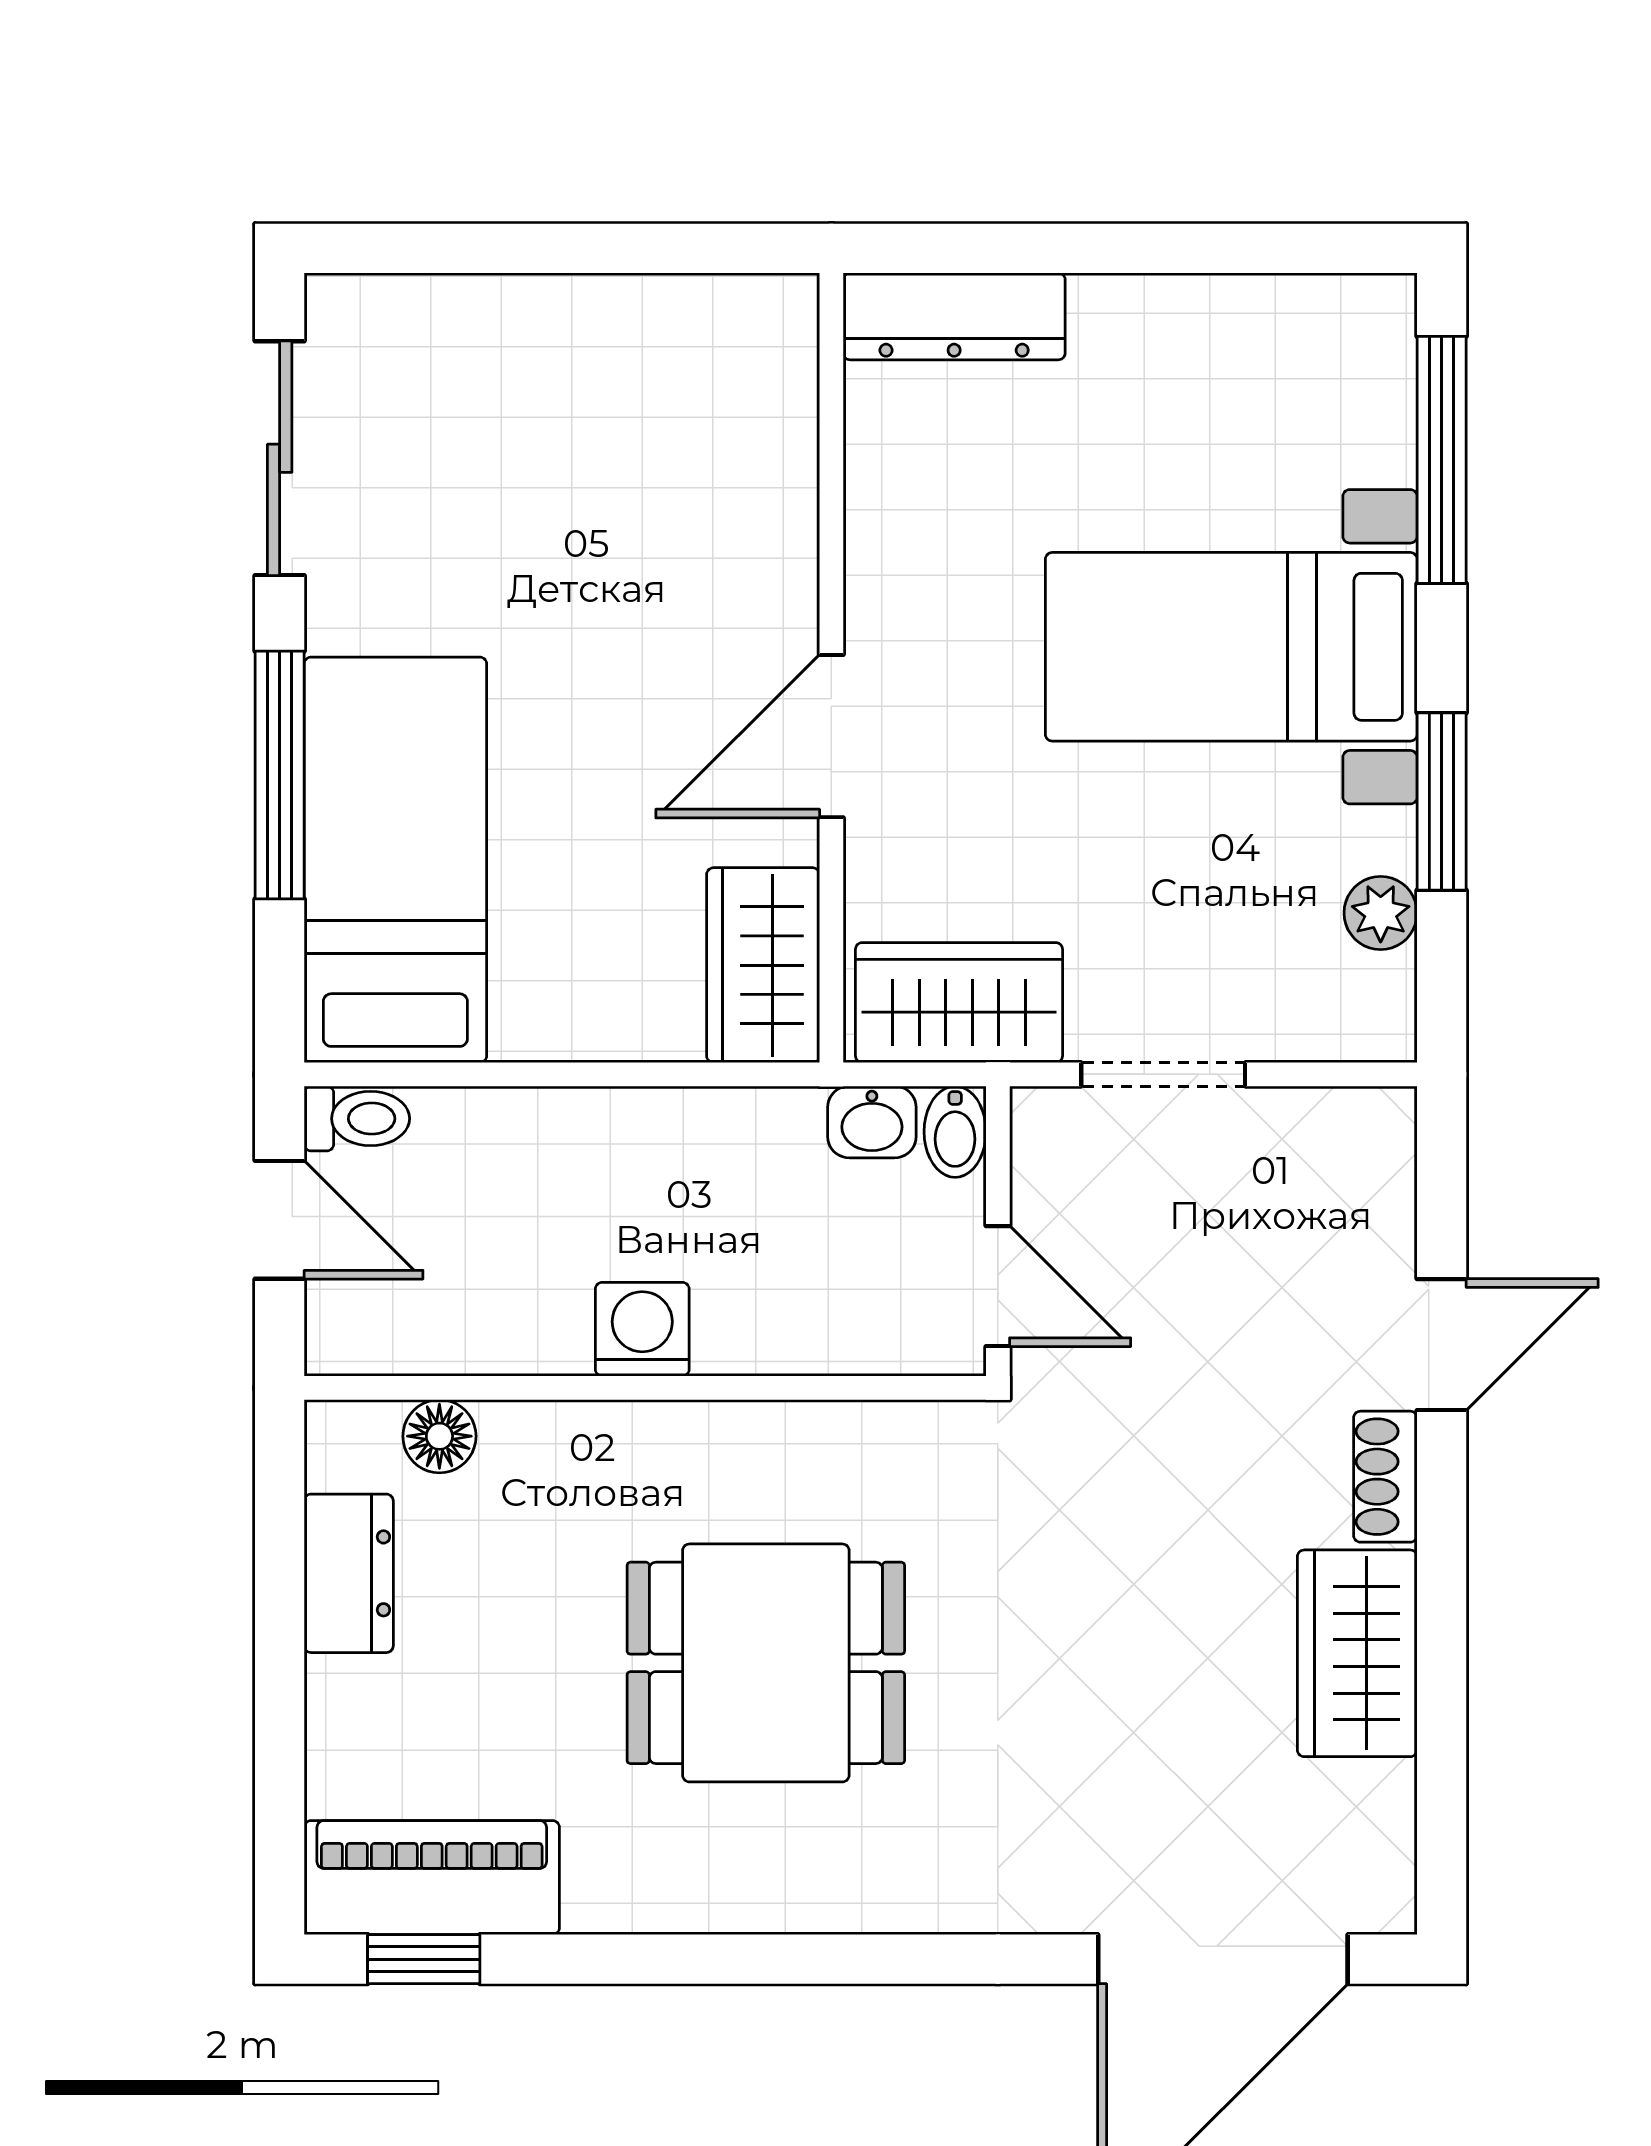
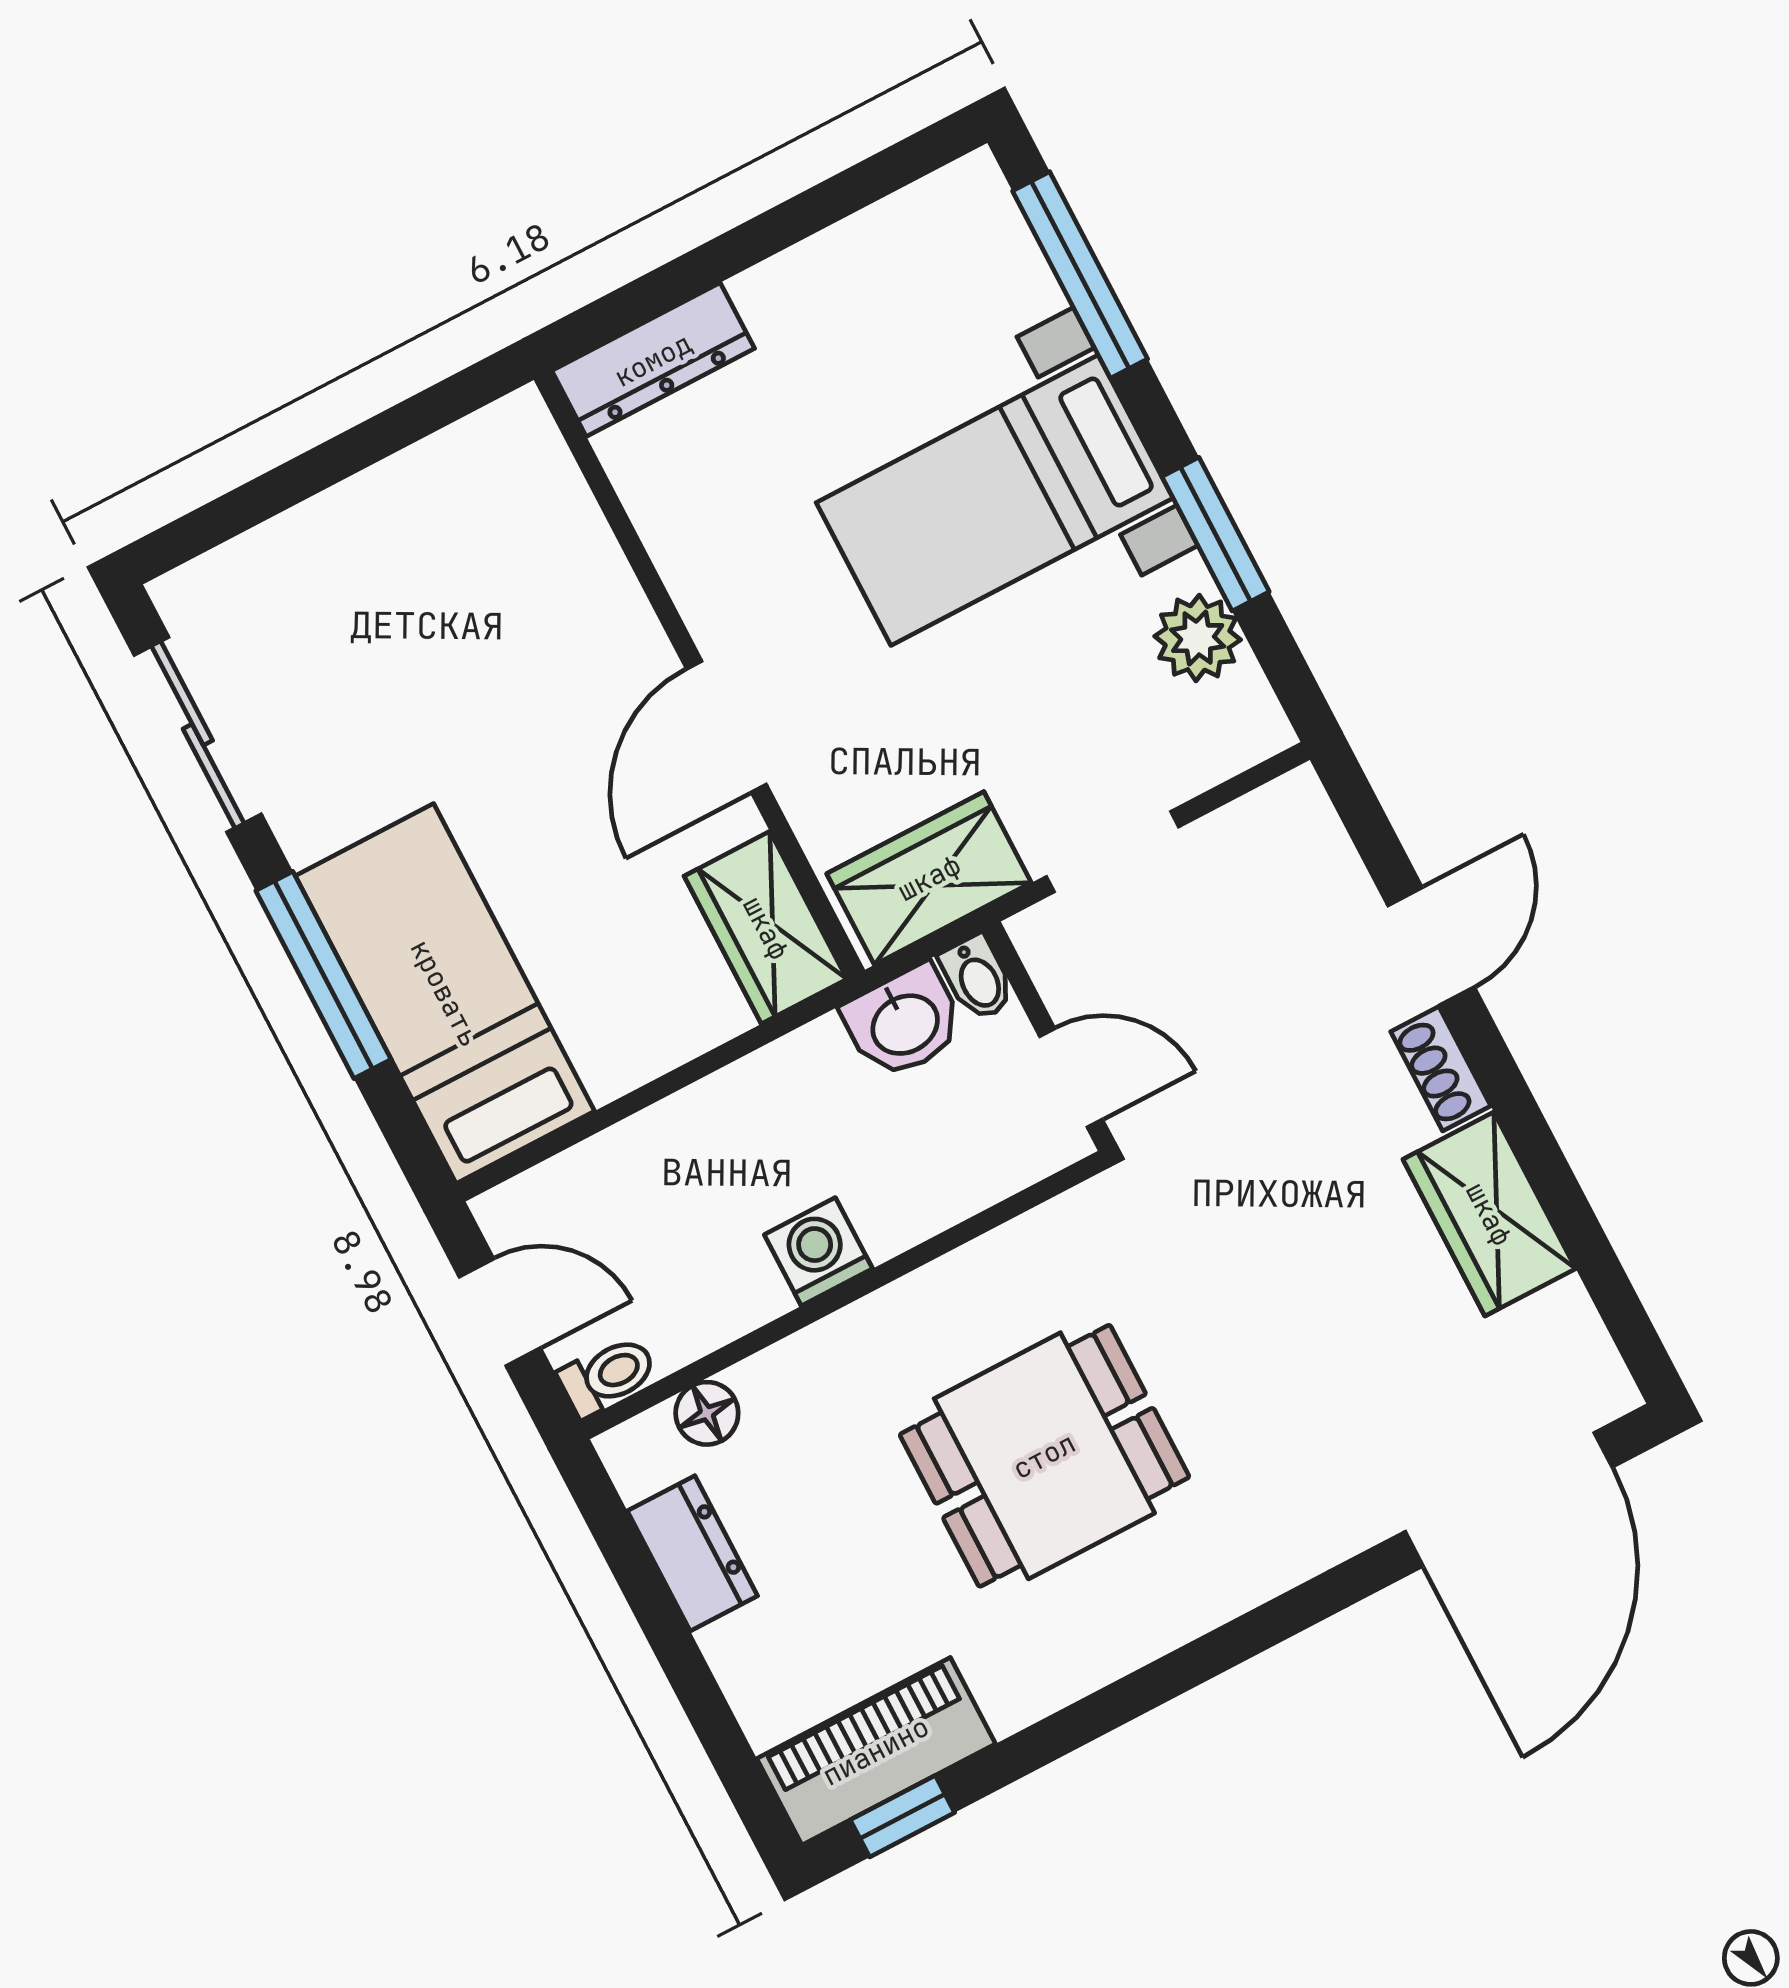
plant: (1381, 913) -> (1198, 638), width x1.38, depth x1.38
toilet: (357, 1119) -> (608, 1376), moved
washbasin: (872, 1122) -> (904, 1022), width x1.38, depth x1.45

